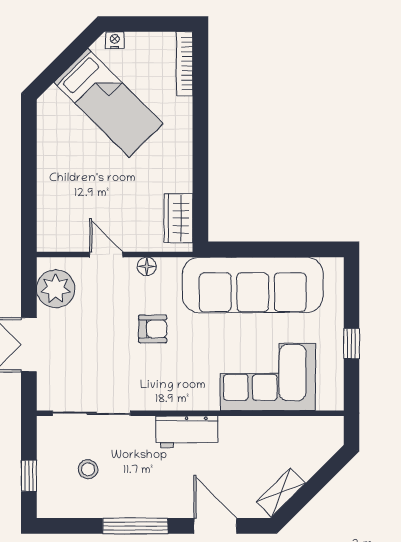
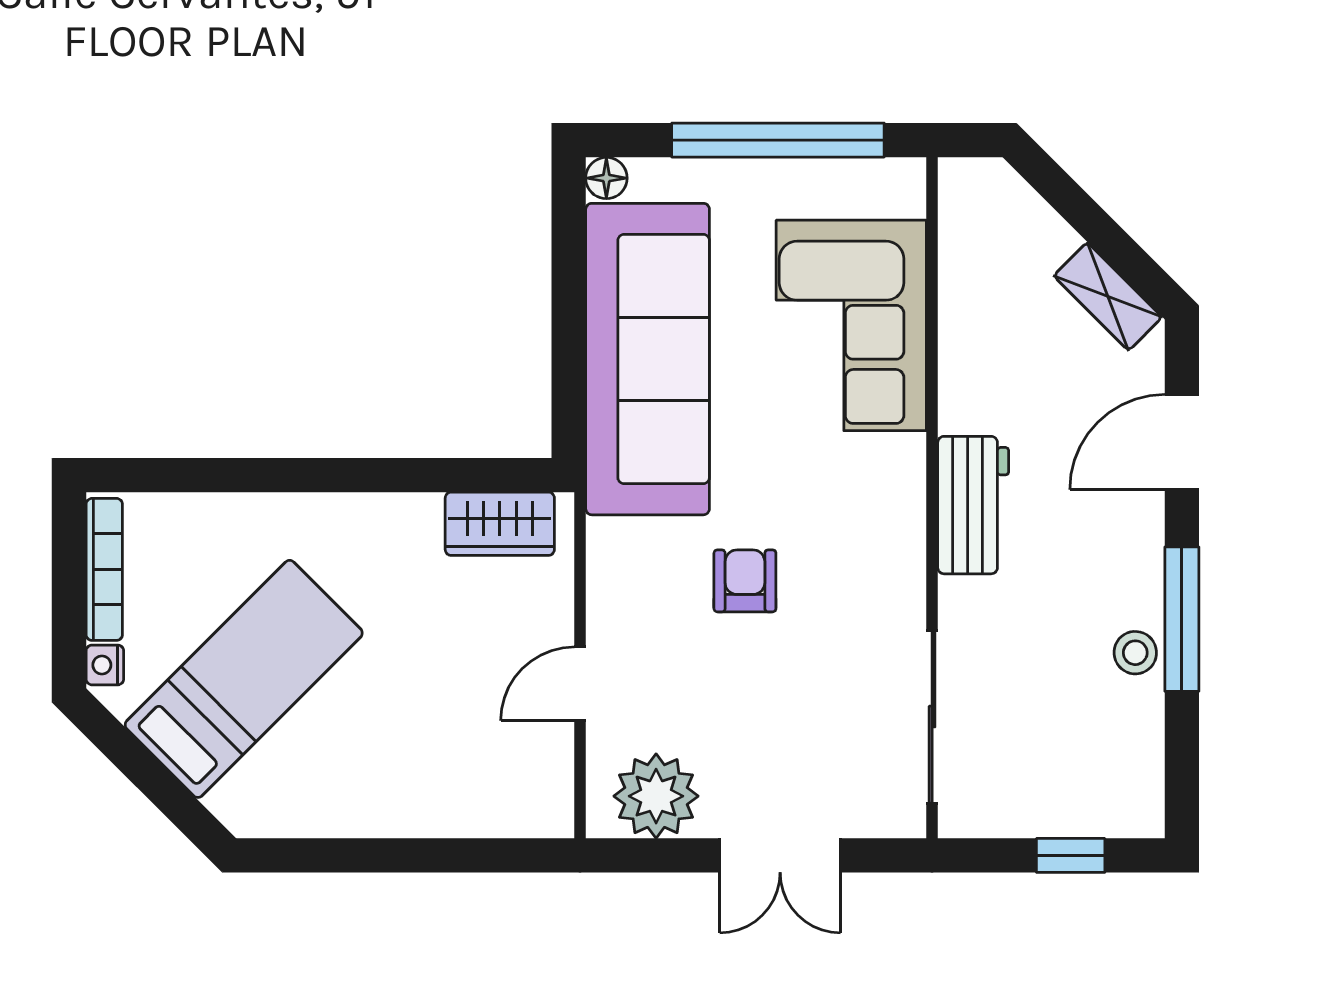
bookcase: (185, 64) -> (104, 569), moved, turned -90
floor lamp: (147, 266) -> (606, 178), moved
window: (351, 344) -> (778, 140), width x3.17
stool: (88, 469) -> (1135, 653), moved

